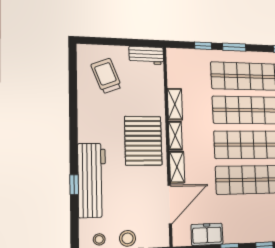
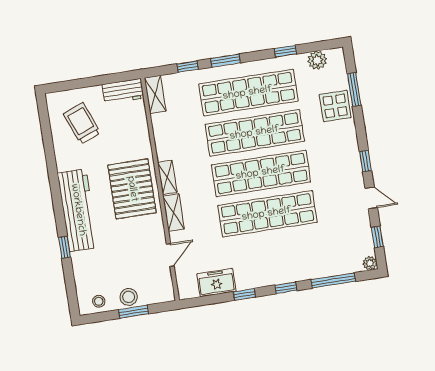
shelving: (175, 104) -> (155, 94), moved
workbench: (92, 180) -> (78, 210), moved
door: (170, 204) -> (170, 255), width x0.53

